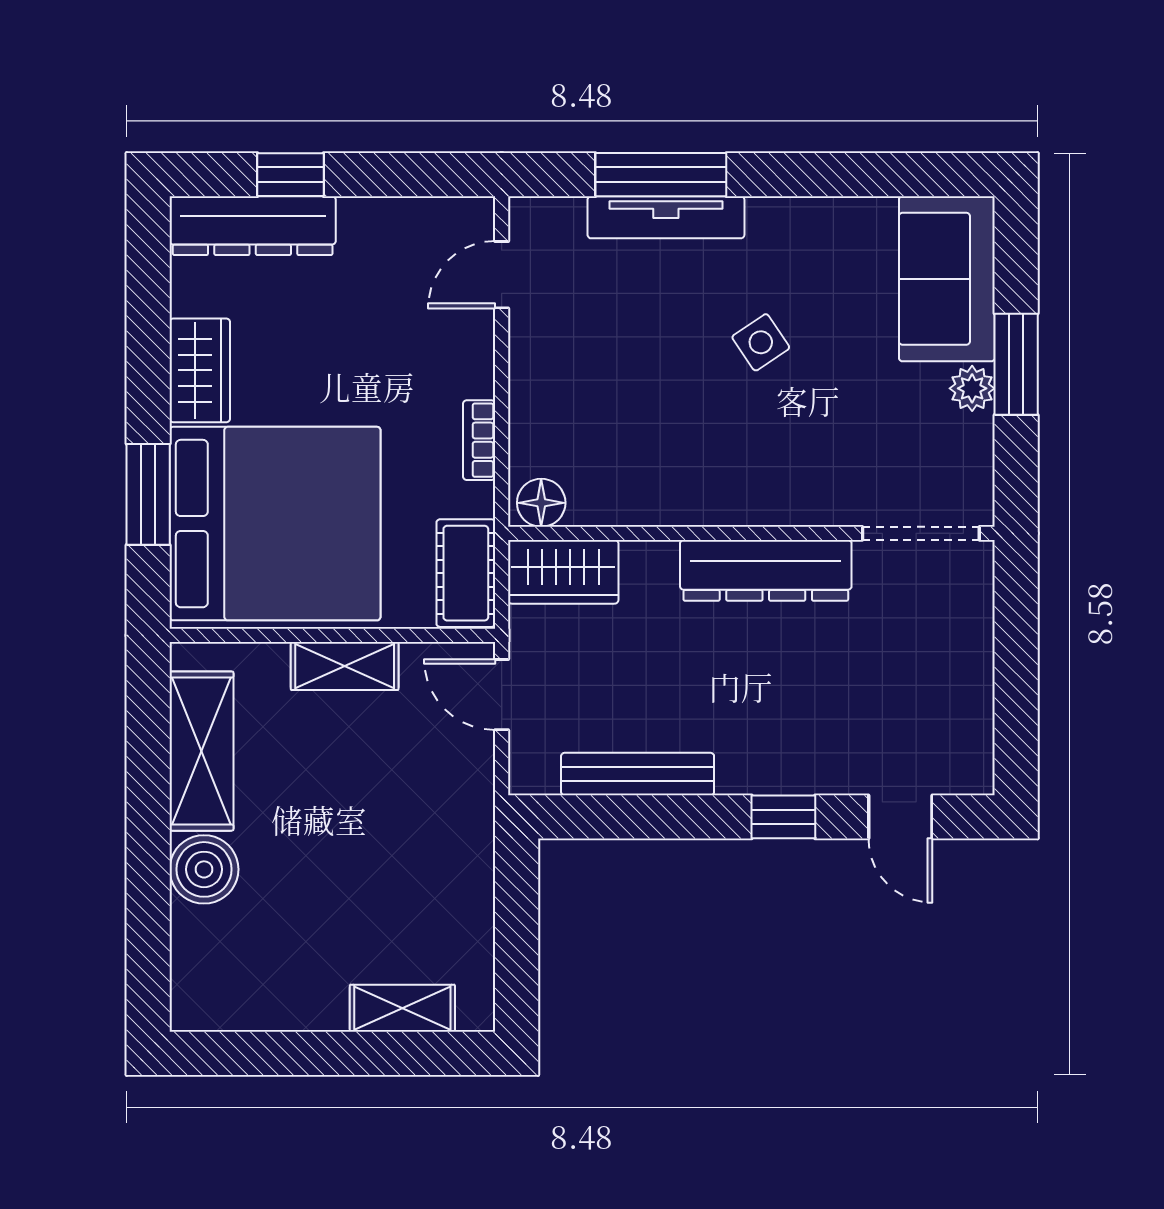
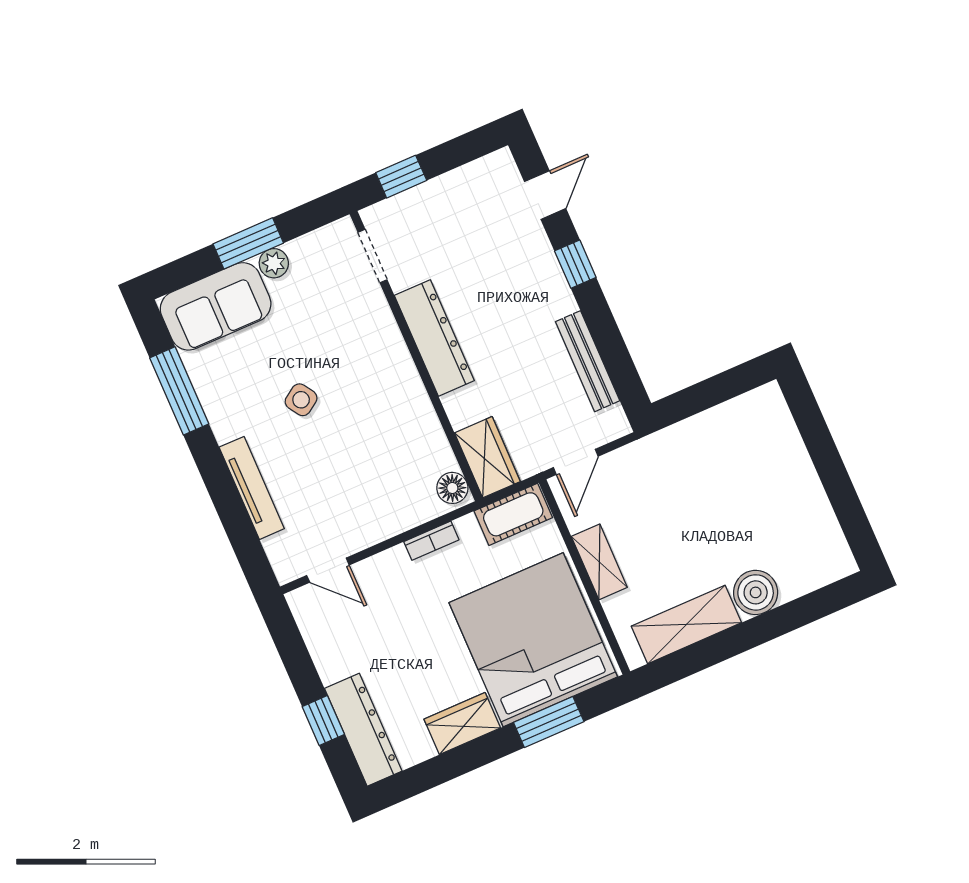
window: (661, 175) -> (179, 391), moved
doorway: (921, 533) -> (373, 256), width x0.73
window: (1016, 624) -> (401, 177), added
shelving: (402, 1008) -> (786, 440), removed

